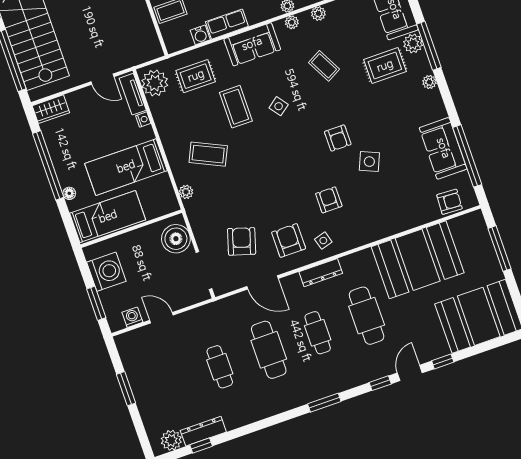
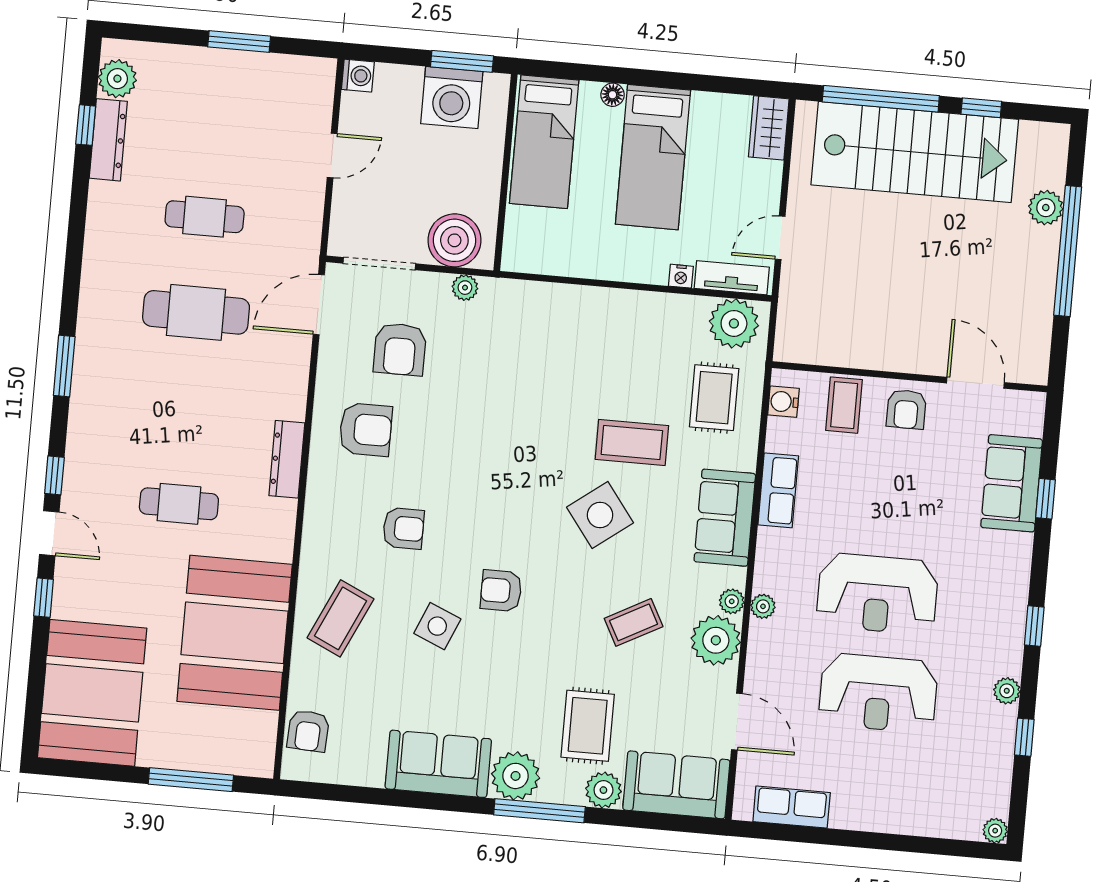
plant: (318, 13) -> (716, 640), width x1.87, depth x1.87
water cooler: (200, 35) -> (783, 402), moved
window: (429, 46) -> (539, 811), moved
plant: (429, 82) -> (516, 776), width x1.88, depth x1.88
side table: (279, 106) -> (600, 515), width x1.87, depth x1.87
sofa: (443, 148) -> (438, 764), moved
coffee table: (208, 154) -> (340, 618), moved
window: (467, 156) -> (372, 796), removed
window: (48, 165) -> (676, 80), removed
bed: (126, 167) -> (653, 157), moved, turned 180
plant: (186, 192) -> (465, 288), moved
armchair: (242, 241) -> (400, 349), turned 73
side table: (323, 241) -> (339, 488), removed
door: (263, 282) -> (319, 305), moved
window: (96, 303) -> (462, 61), moved
cafe table: (367, 316) -> (179, 504), width x0.73, depth x0.74
washing machine: (132, 317) -> (358, 76), moved
cafe table: (318, 333) -> (187, 408), removed

